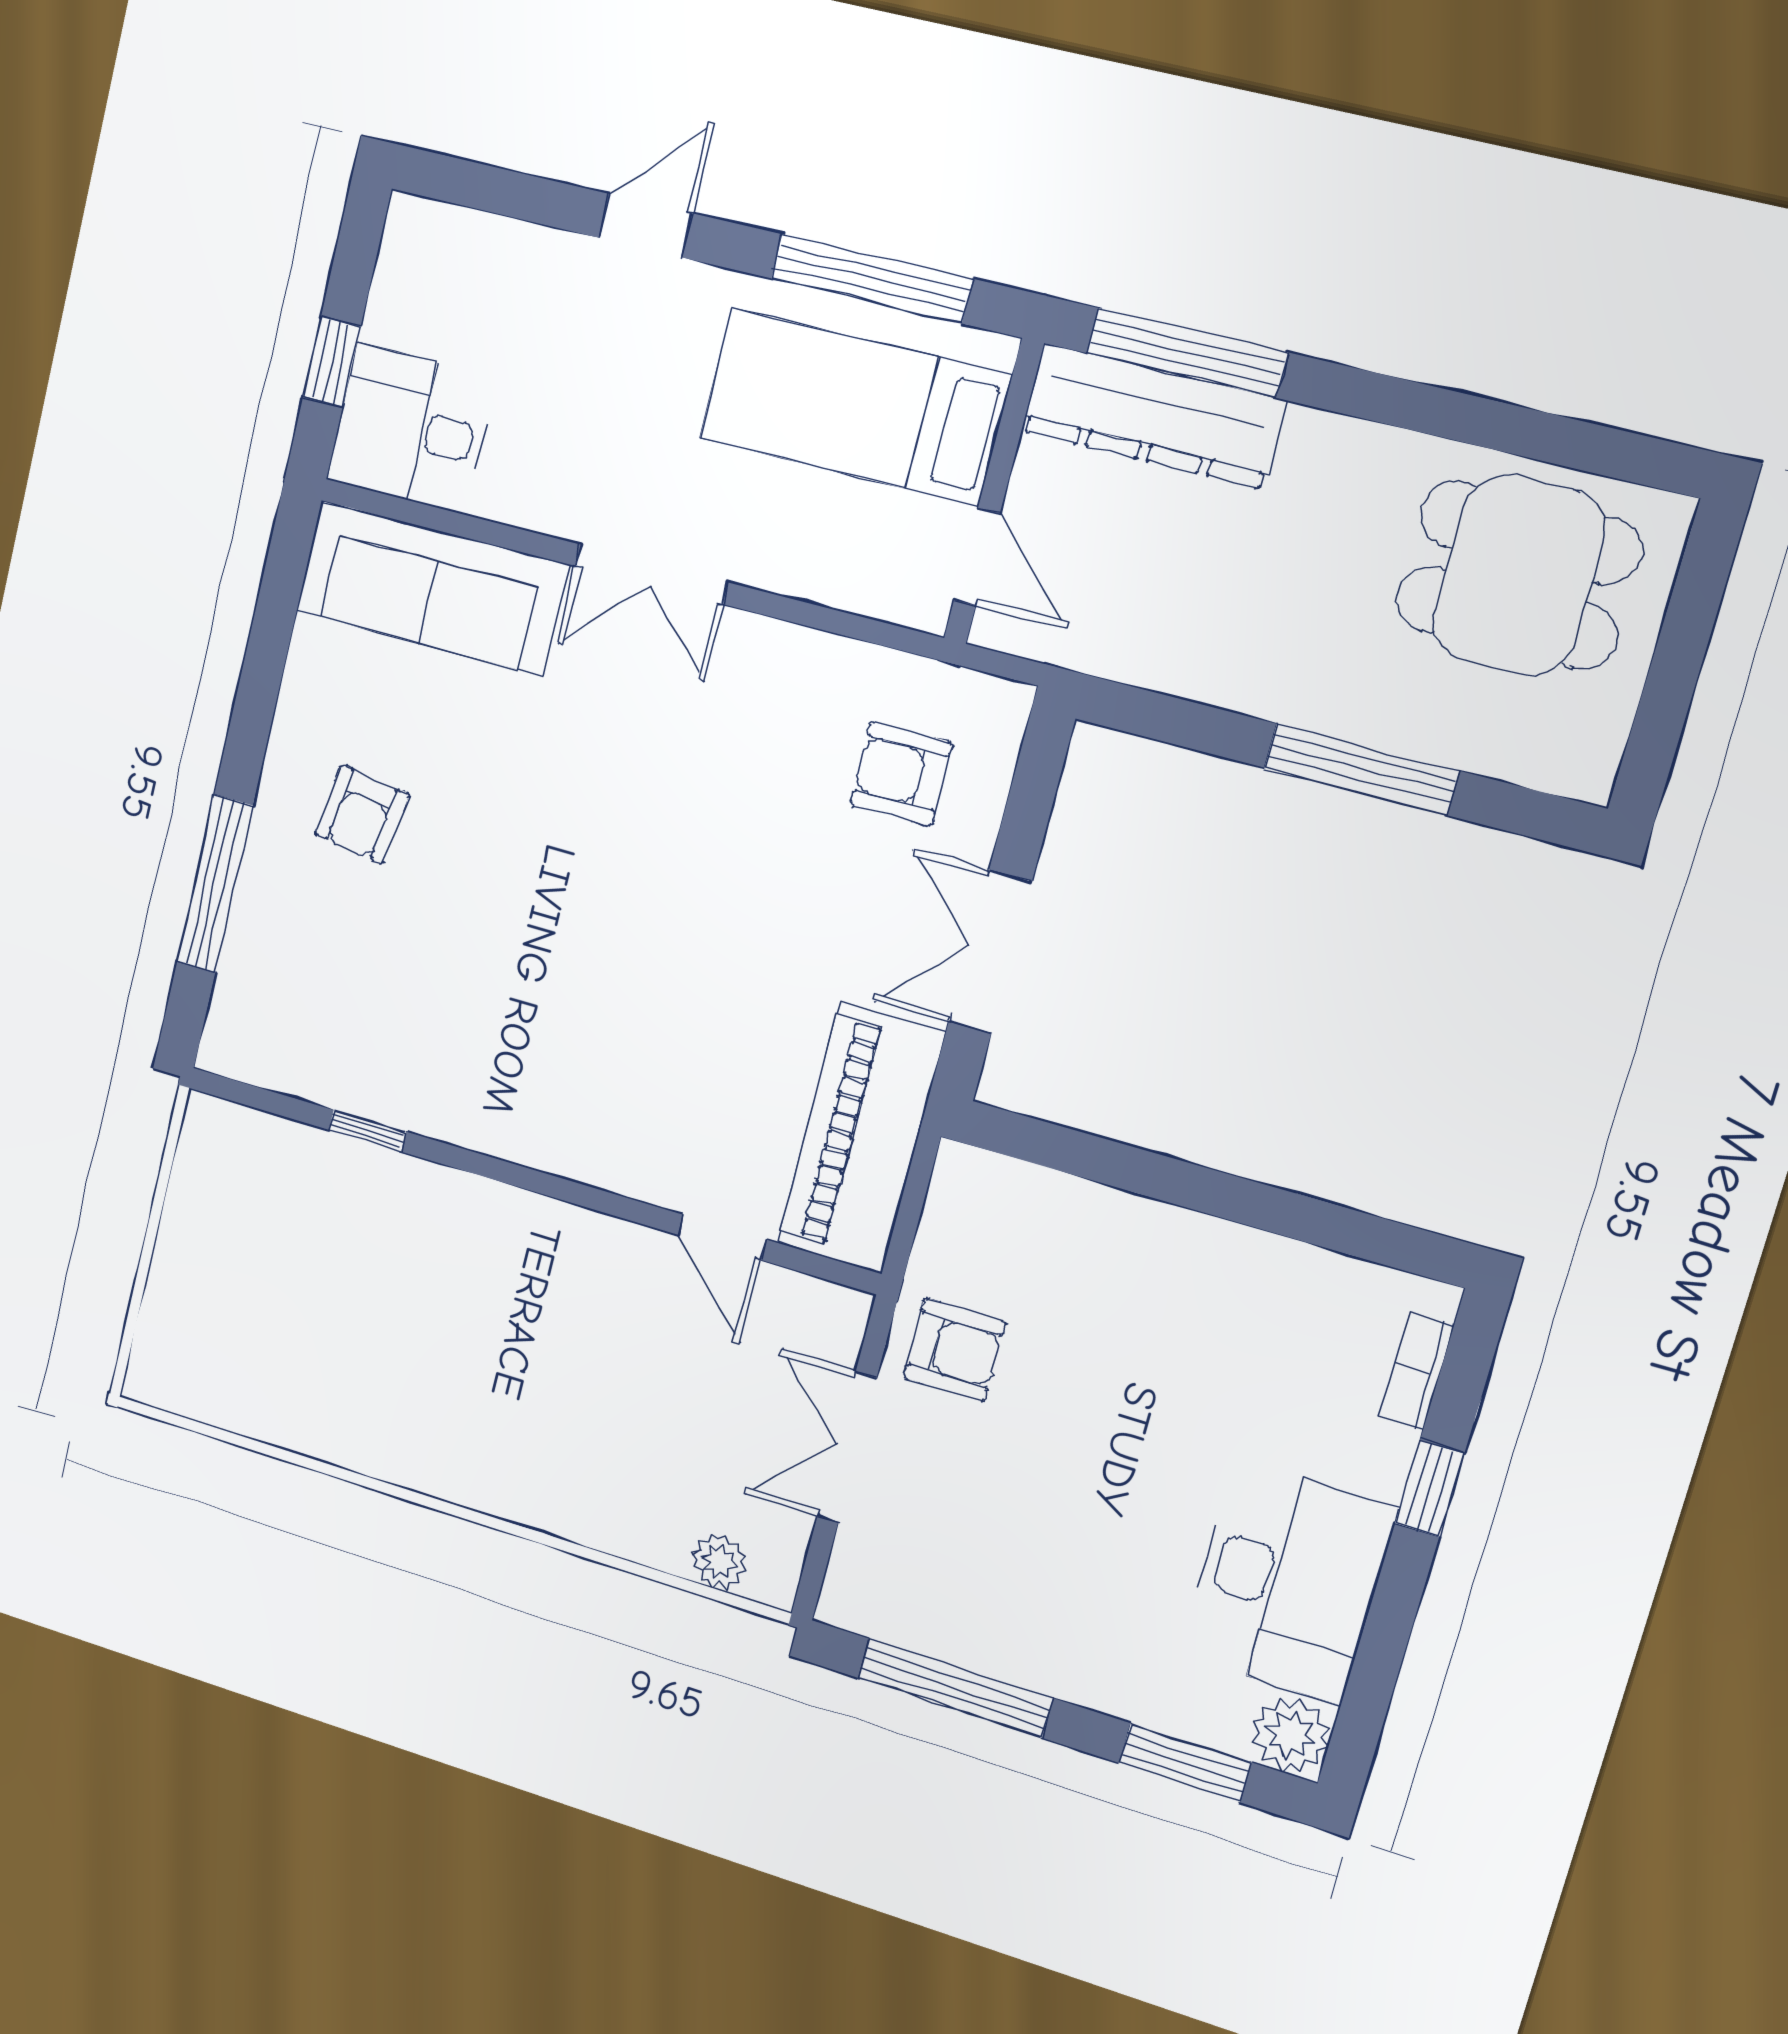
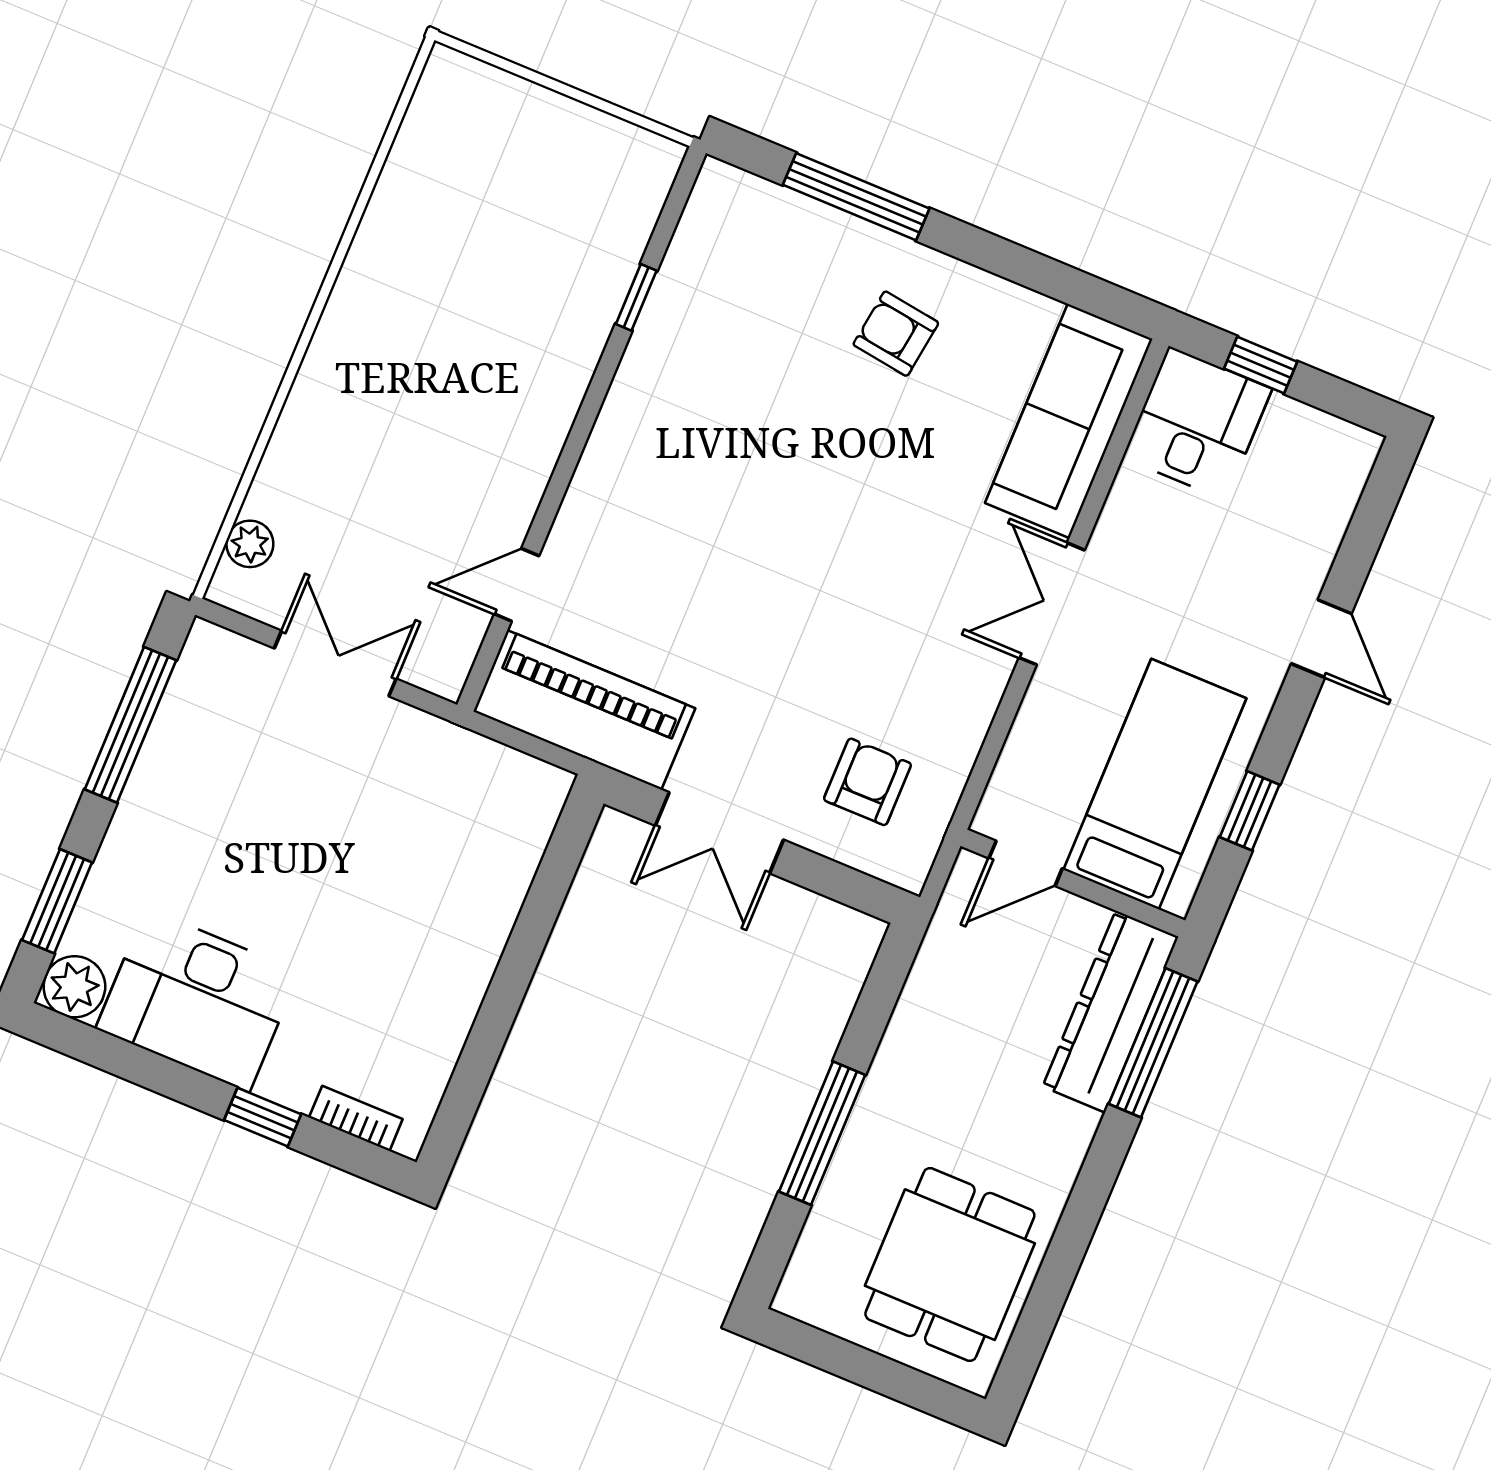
window: (872, 279) -> (1250, 811), width x0.46
double door: (990, 952) -> (719, 833), swing flipped
armchair: (954, 1350) -> (406, 762), removed

